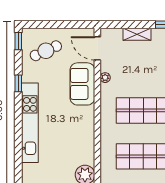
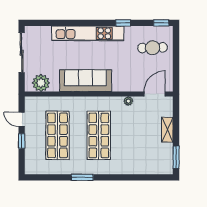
cafe table: (46, 51) -> (153, 48), turned -68
sofa: (82, 84) -> (85, 81), moved, width x1.36

